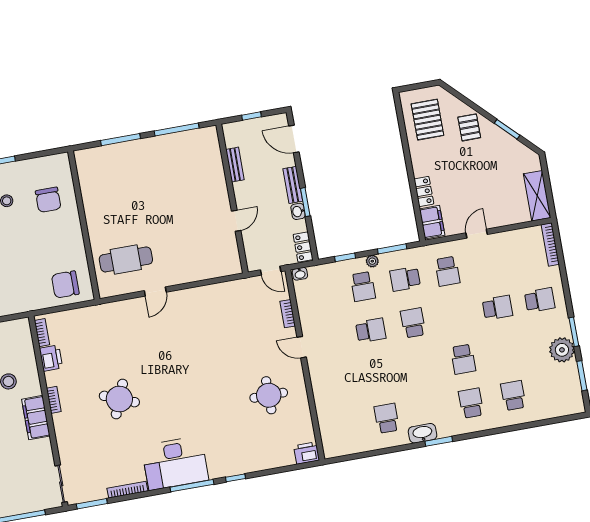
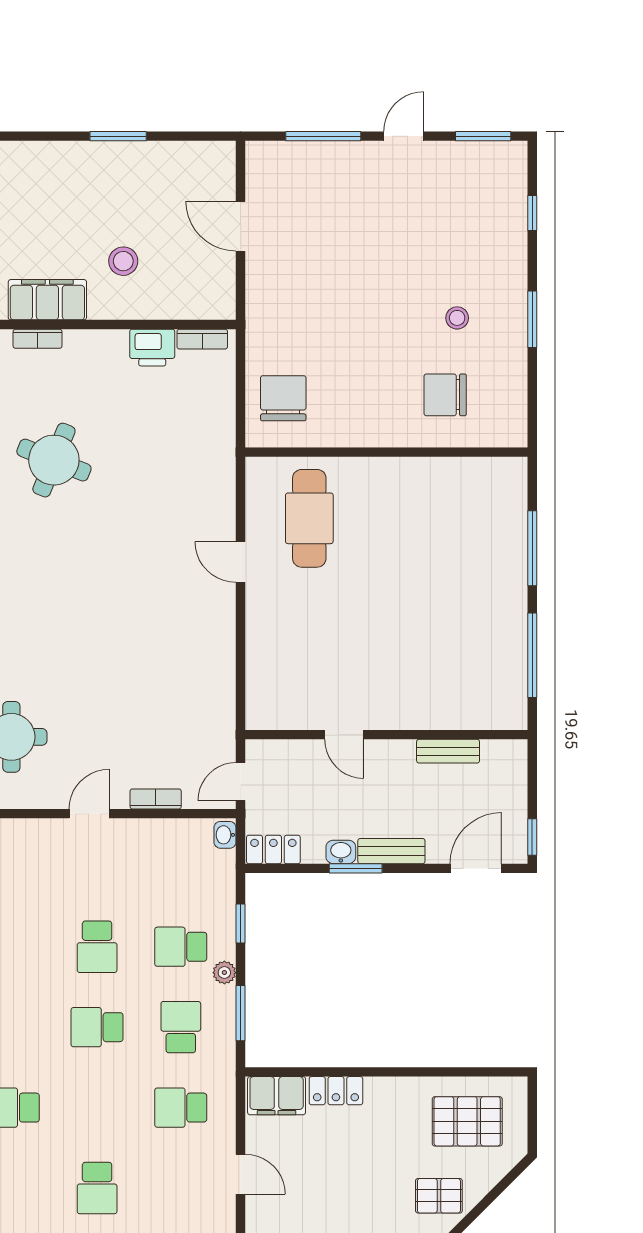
window: (252, 116) -> (532, 837), moved
school desk: (413, 323) -> (97, 1027), turned 180
bookcase: (54, 400) -> (38, 339), moved

